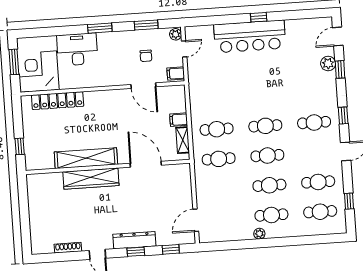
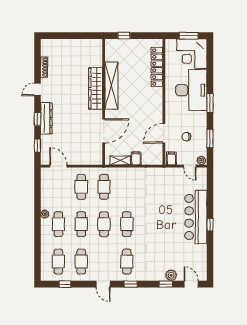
desk: (77, 49) -> (191, 90), width x1.36, depth x1.30
corner desk: (38, 72) -> (192, 54), moved, turned 180
cafe table: (217, 129) -> (81, 187), moved

